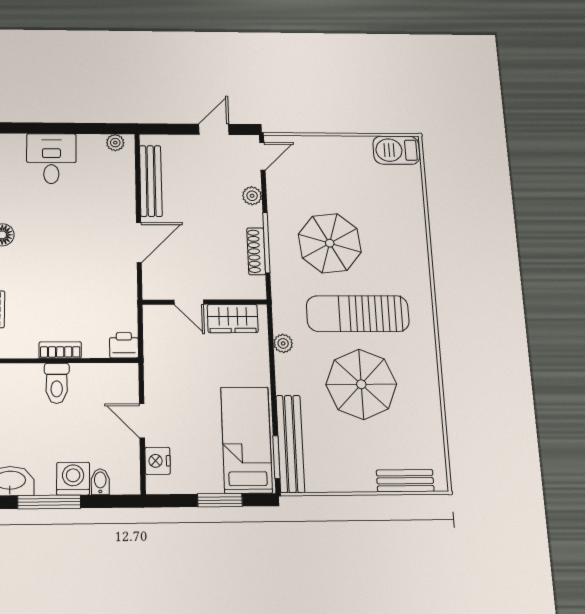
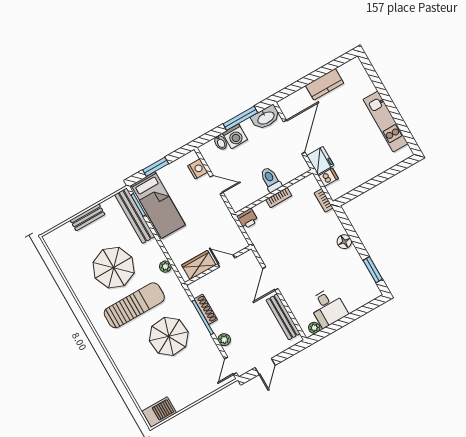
desk: (51, 159) -> (328, 308), moved
bench: (405, 481) -> (87, 217), moved

